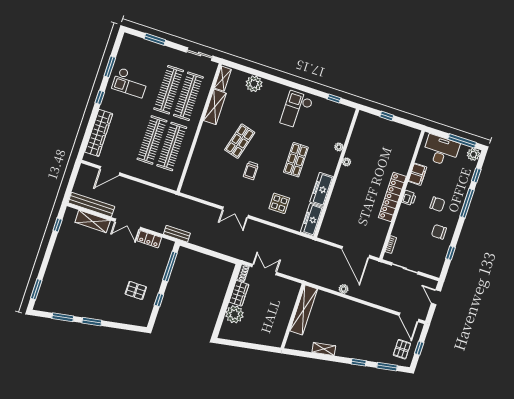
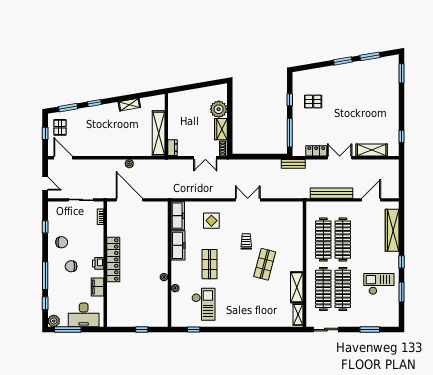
plant: (254, 84) -> (269, 319), removed
checkout: (297, 110) -> (203, 304), moved
bench: (91, 205) -> (332, 193), moved
dresser: (294, 291) -> (173, 148), added

